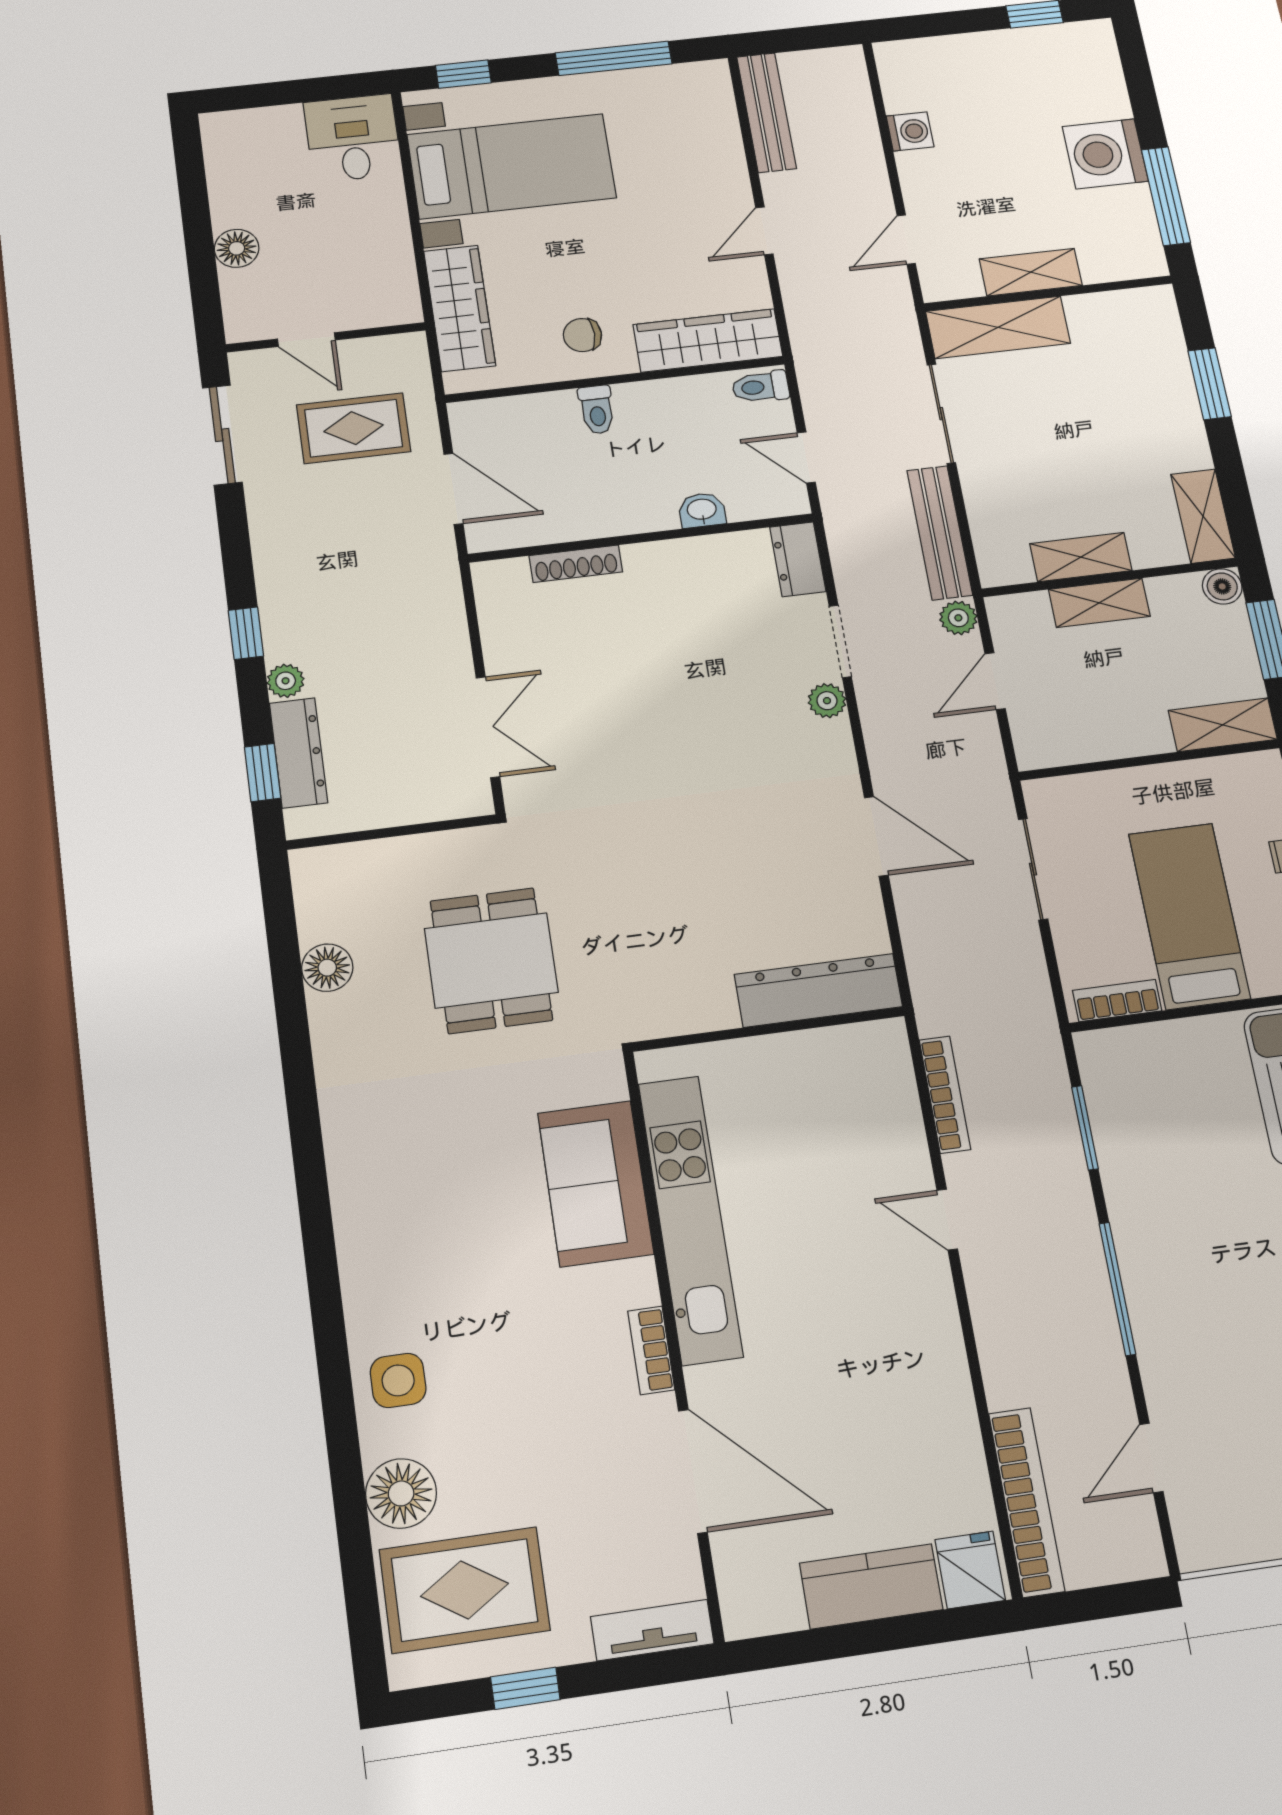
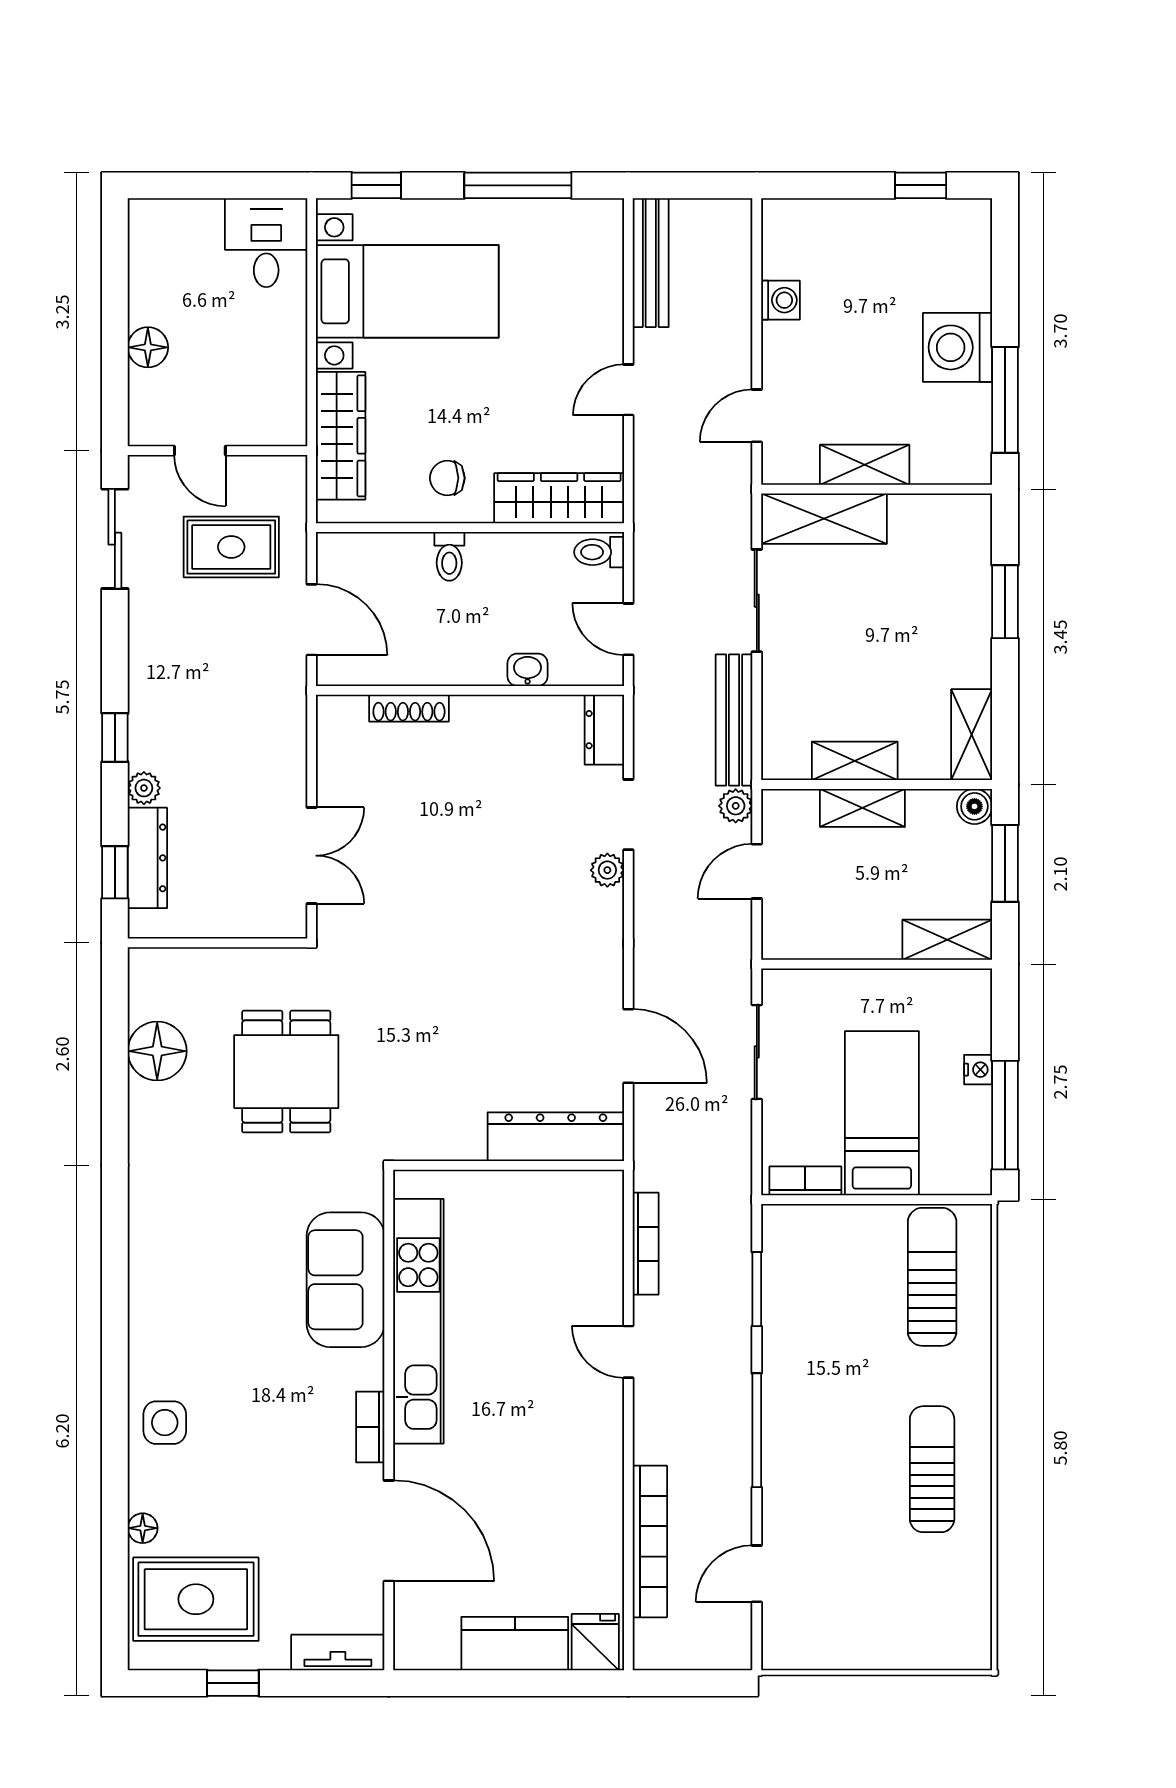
door: (876, 836) -> (628, 1046), moved
floor lamp: (327, 968) -> (157, 1051), width x1.38, depth x1.38
floor lamp: (401, 1493) -> (143, 1528), width x0.53, depth x0.53
bookcase: (1026, 1502) -> (650, 1542), moved

